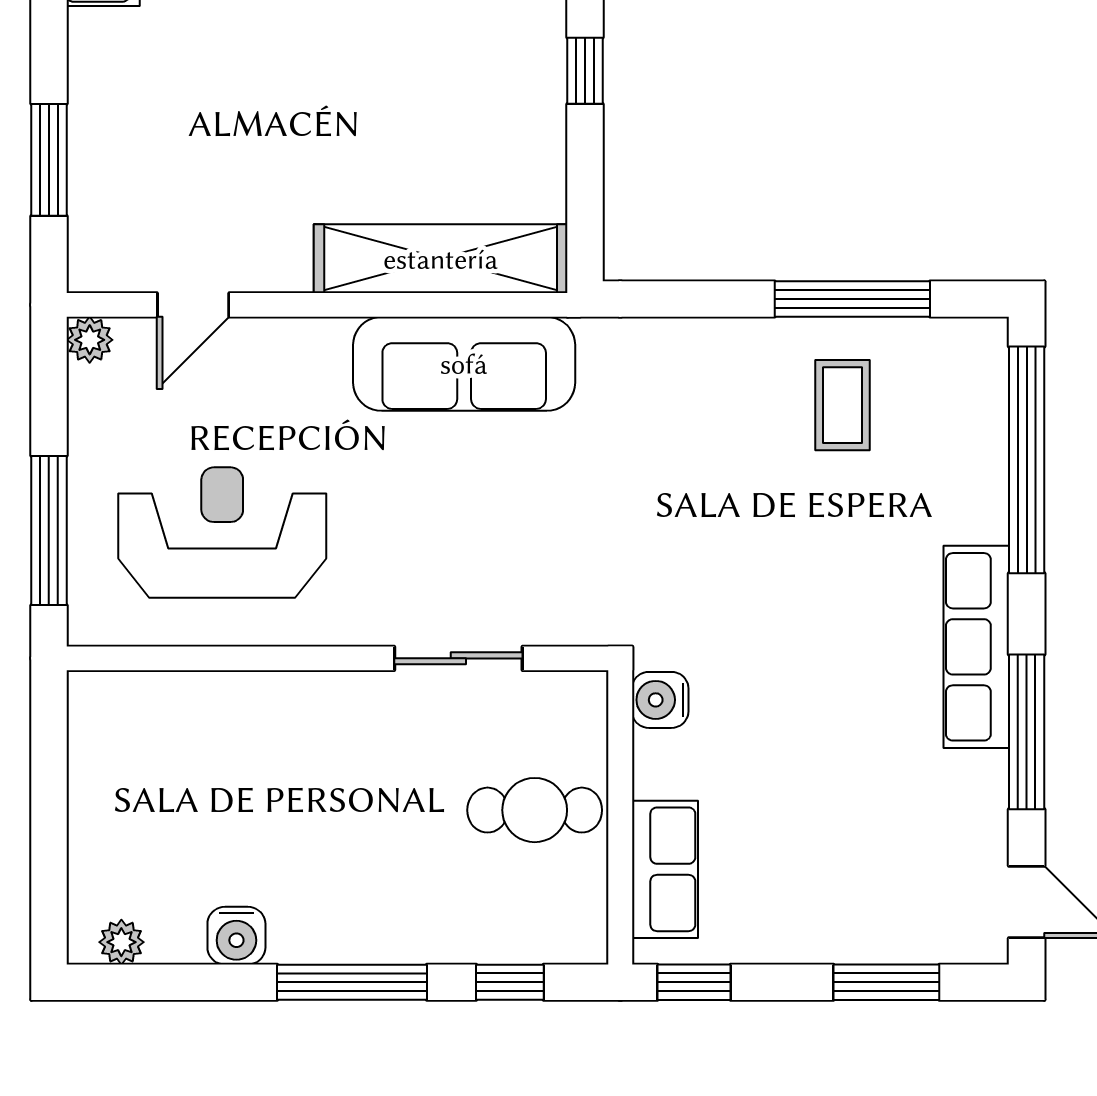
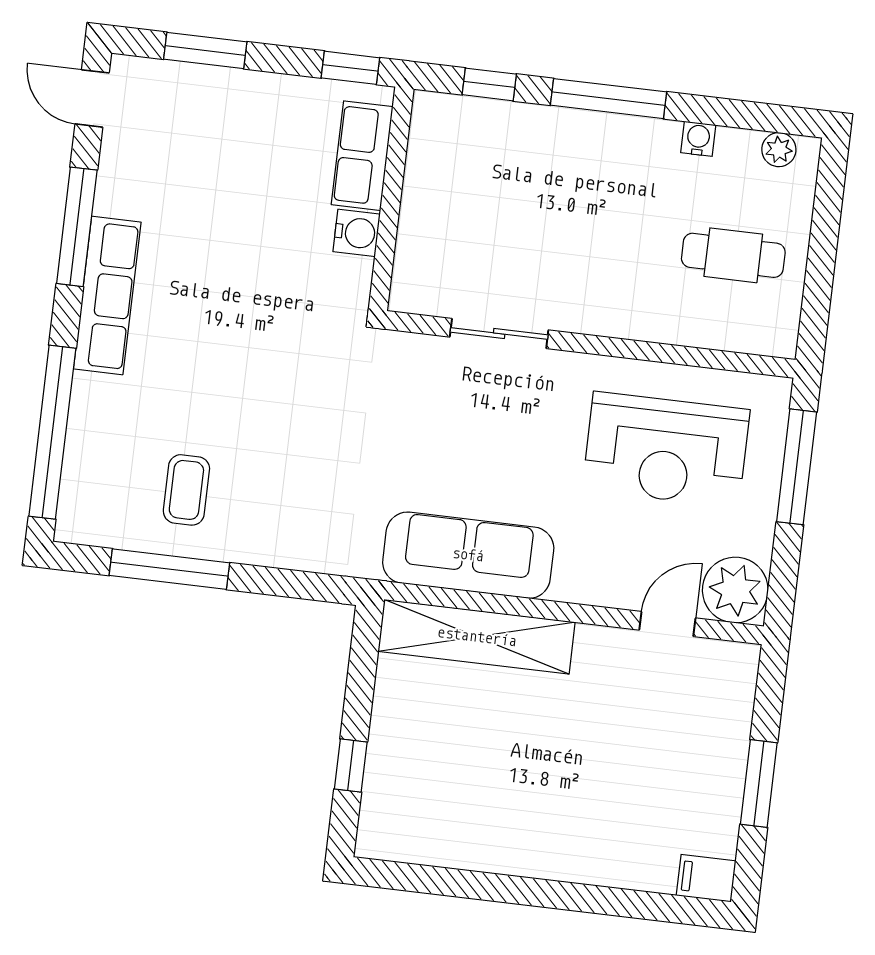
window: (49, 160) -> (759, 783), moved
plant: (90, 340) -> (735, 590), width x1.87, depth x1.87
water cooler: (660, 700) -> (357, 233), moved
cafe table: (535, 810) -> (733, 255), moved
water cooler: (236, 936) -> (698, 139), width x0.72, depth x0.72

